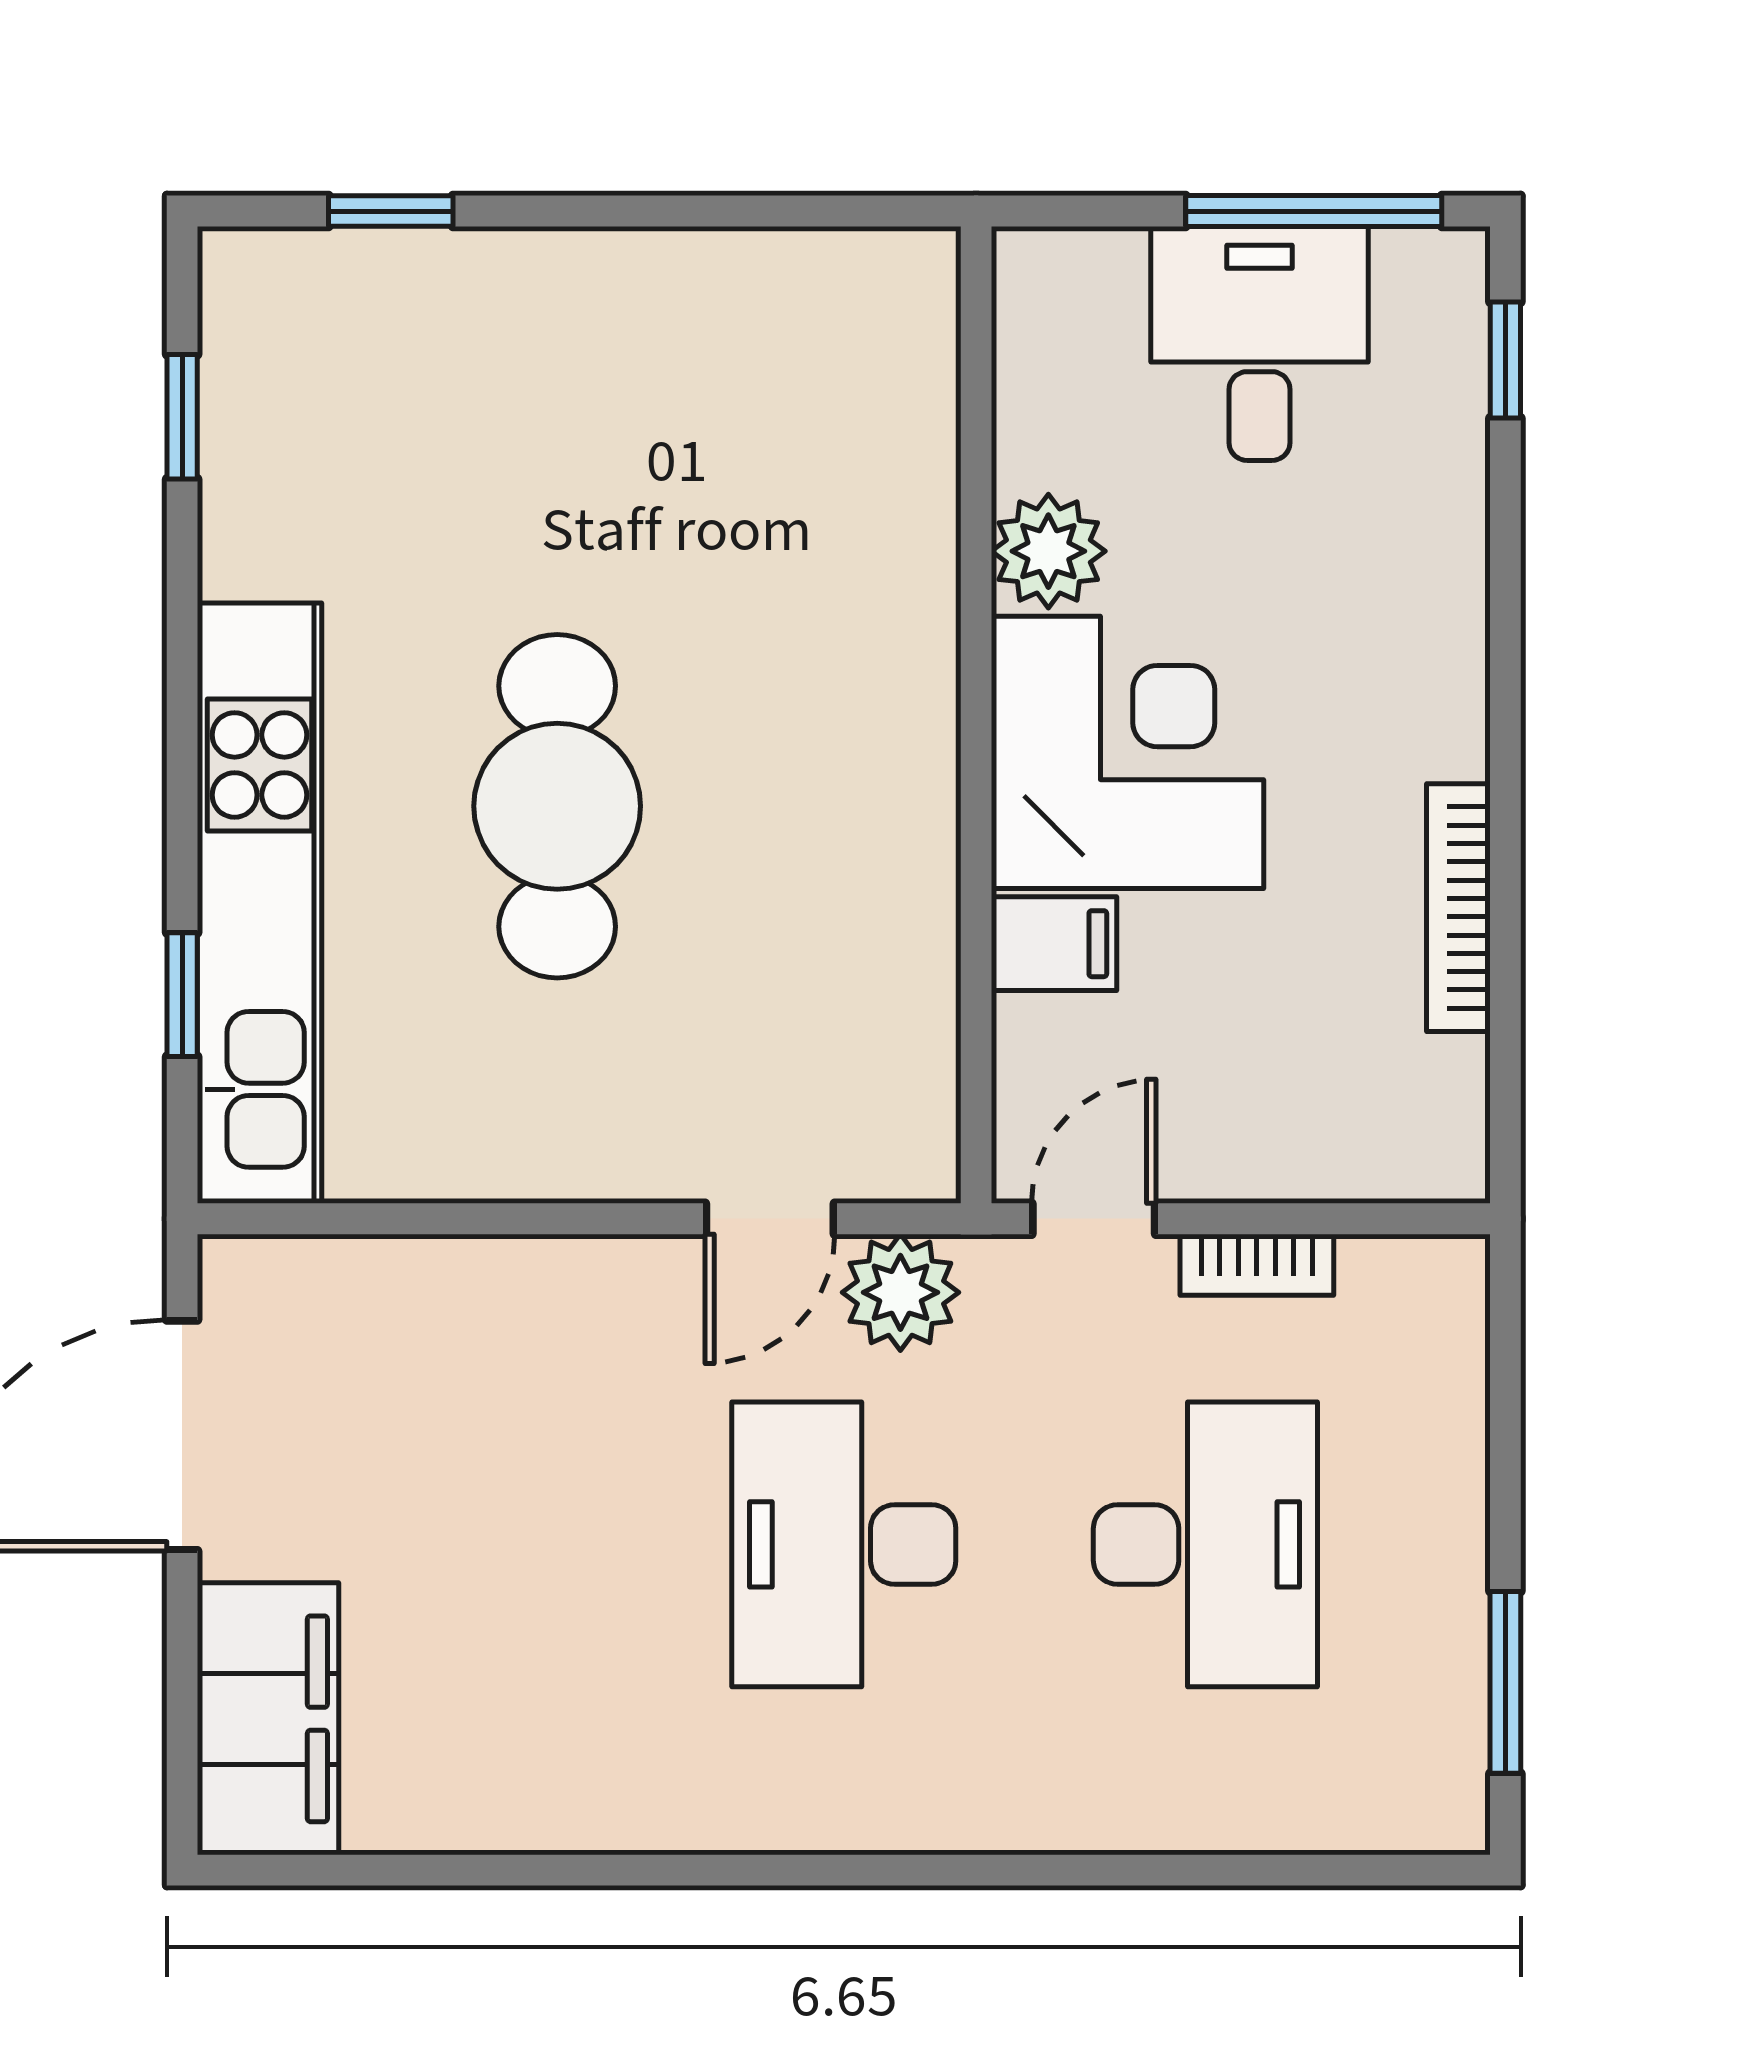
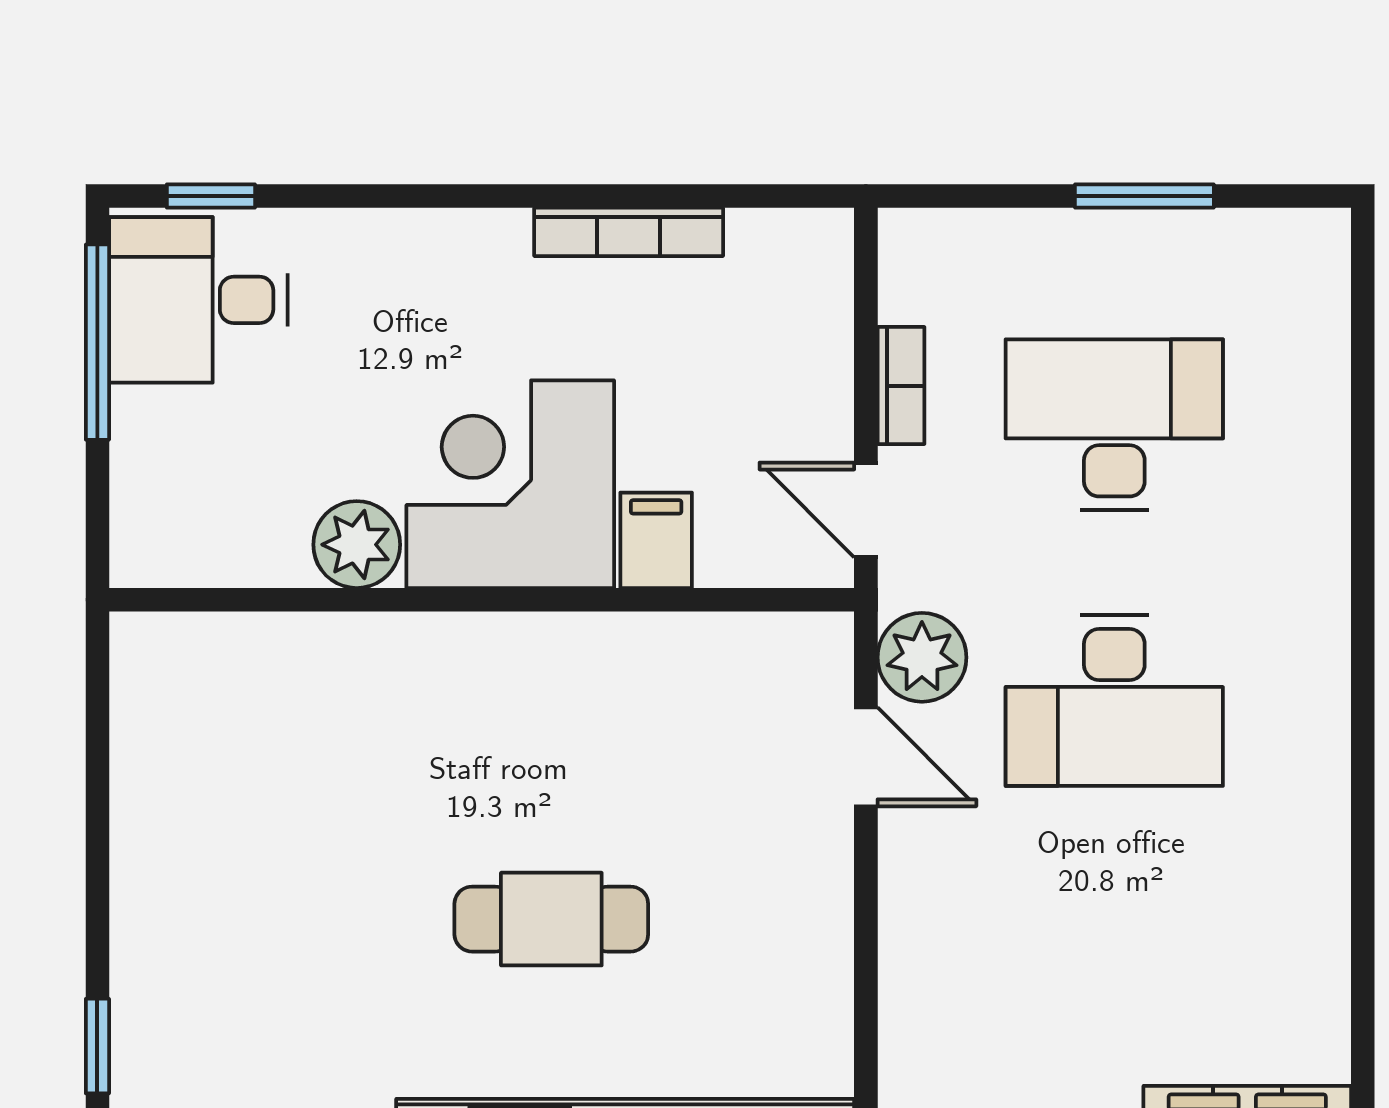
desk: (1260, 343) -> (198, 300), moved
cafe table: (557, 806) -> (551, 919), width x0.73, depth x0.74
window: (1505, 1682) -> (1144, 196), moved

